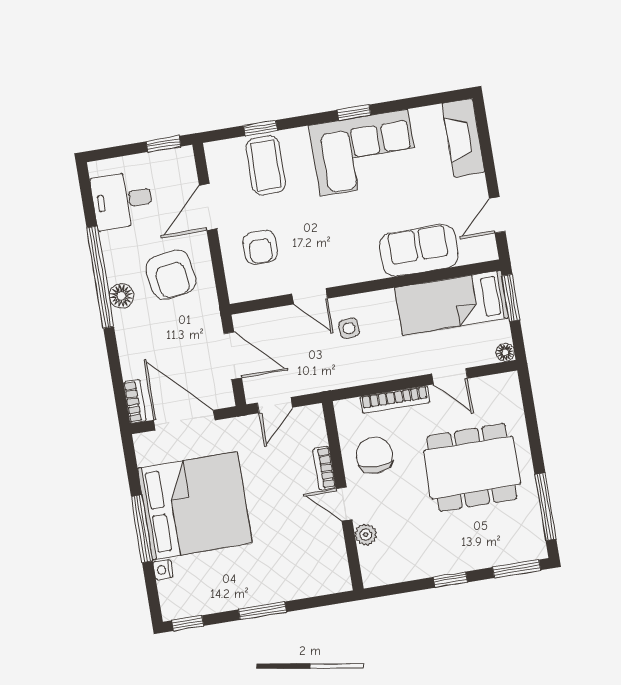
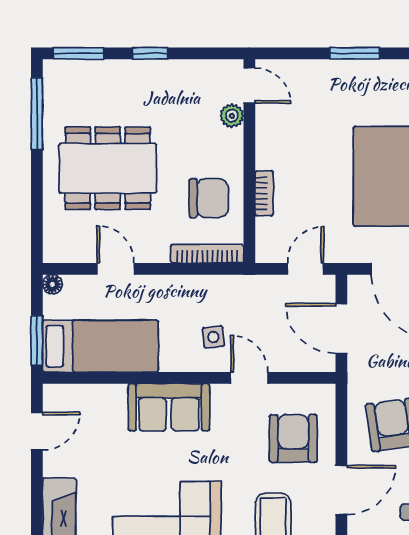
armchair: (260, 247) -> (293, 438), width x1.38, depth x1.38
sofa: (419, 250) -> (169, 407), moved
bookcase: (395, 399) -> (207, 254), moved
chair: (374, 455) -> (209, 198), turned -90
door: (344, 504) -> (249, 85), moved

